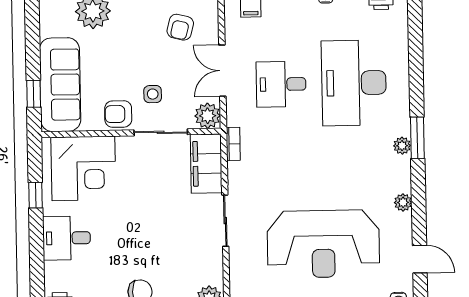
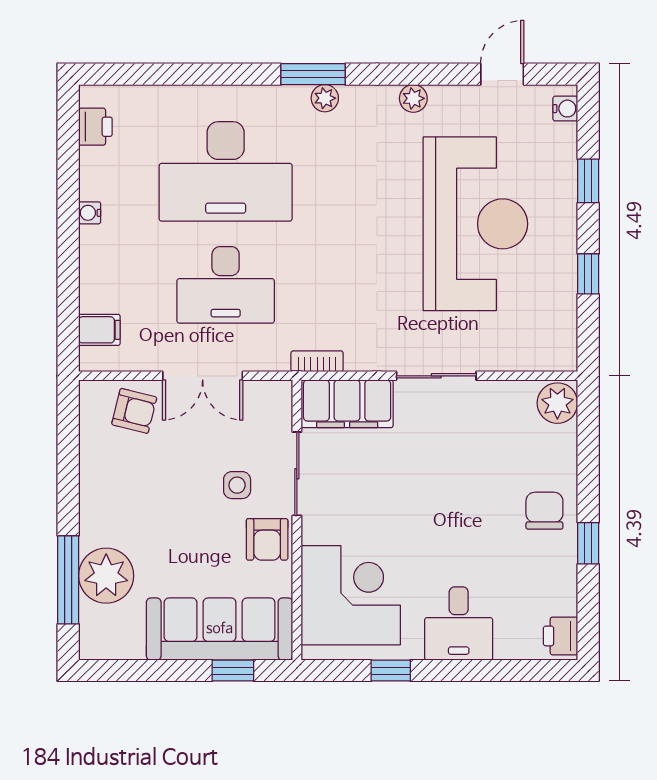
armchair: (180, 27) -> (134, 411), moved
desk: (281, 84) -> (226, 285), width x1.37
plant: (208, 116) -> (272, 400), removed

